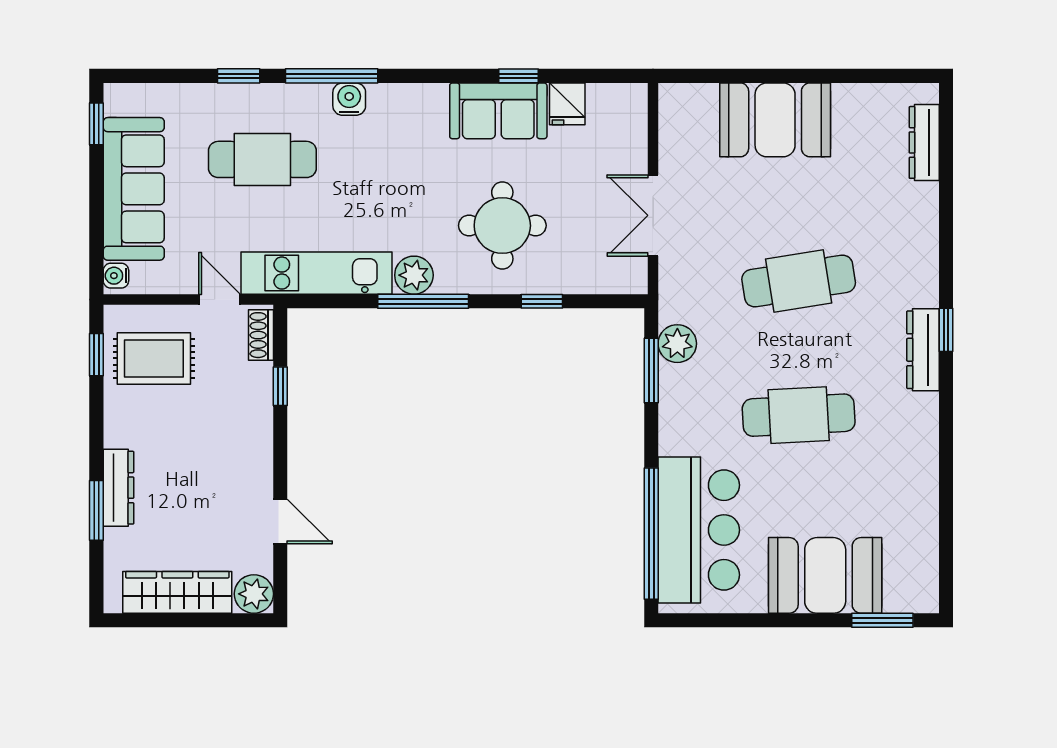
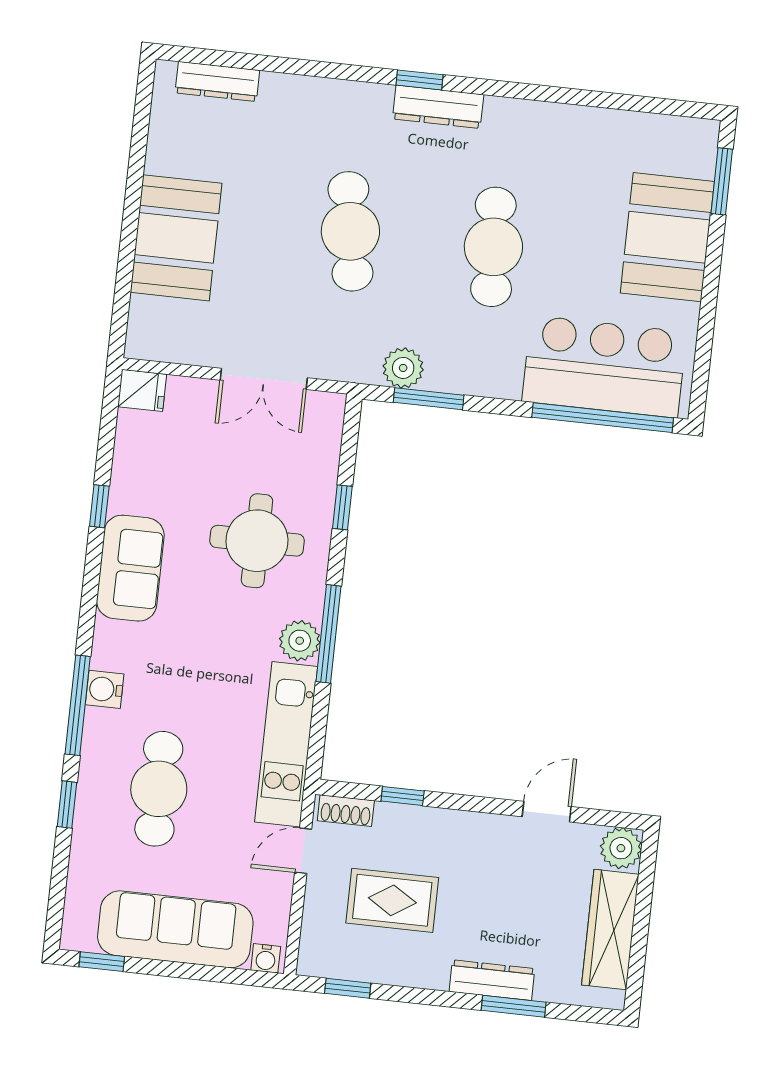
fridge: (567, 104) -> (142, 390), moved
sofa: (498, 111) -> (130, 568), moved
rug: (154, 358) -> (392, 900), moved, turned 90

